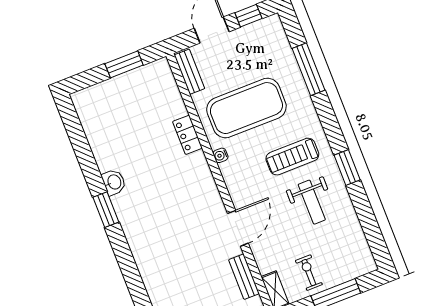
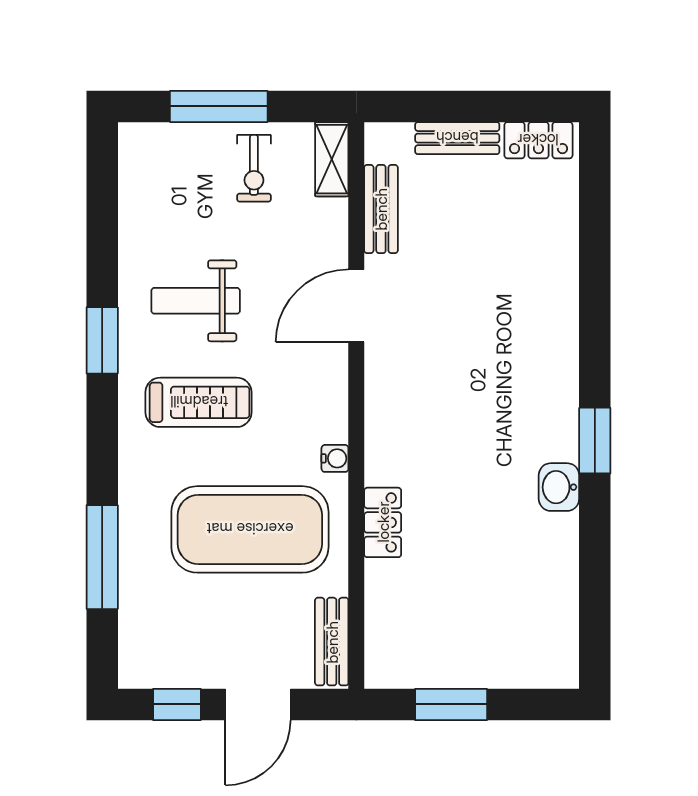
weight bench: (312, 202) -> (196, 301), turned -90

